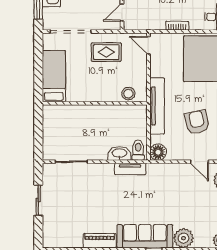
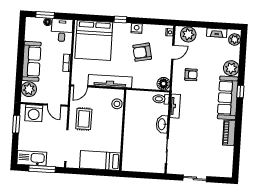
tv unit: (157, 106) -> (110, 81), moved
washbasin: (119, 153) -> (162, 124), moved
armchair: (172, 187) -> (191, 75), added

